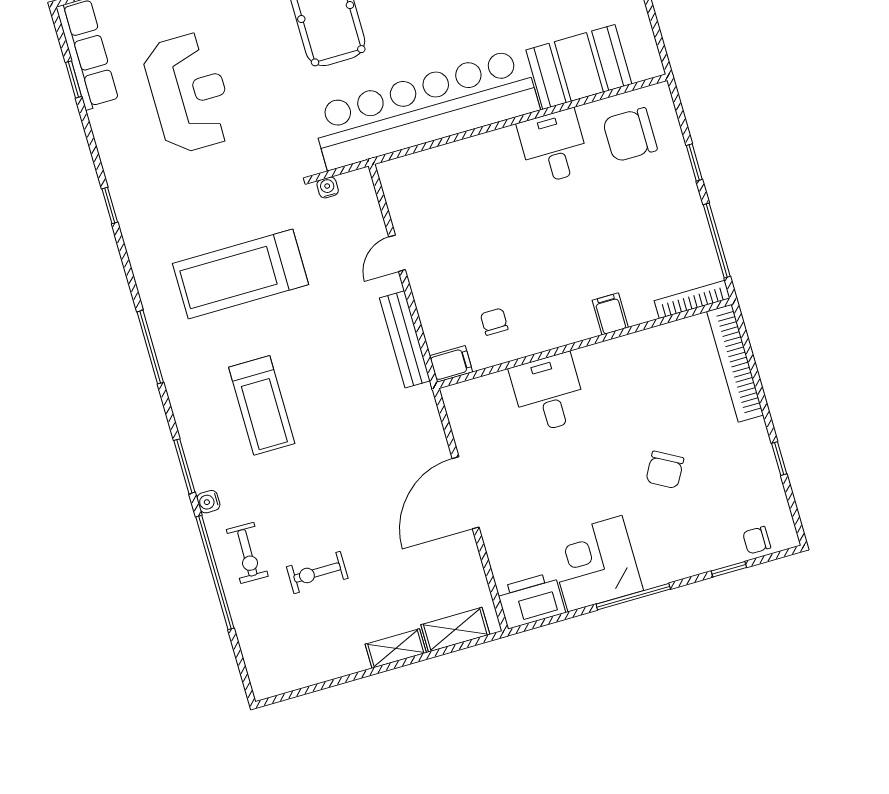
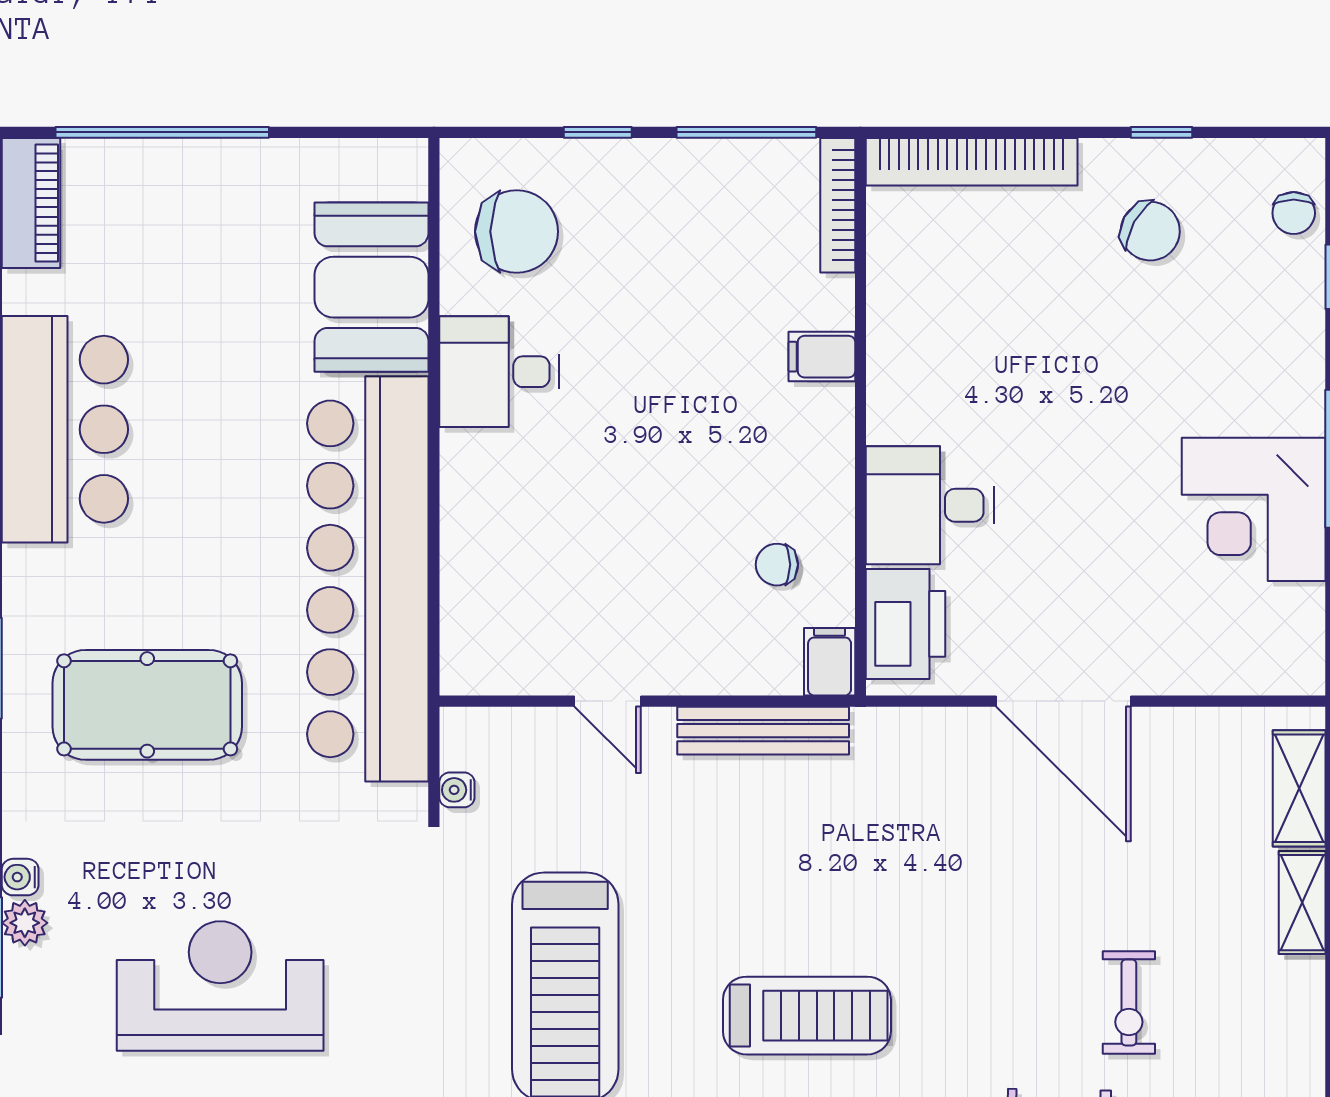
chair: (630, 135) -> (517, 232), turned -90
chair: (665, 470) -> (1150, 231), moved
printer: (531, 600) -> (906, 624), moved, turned 180

